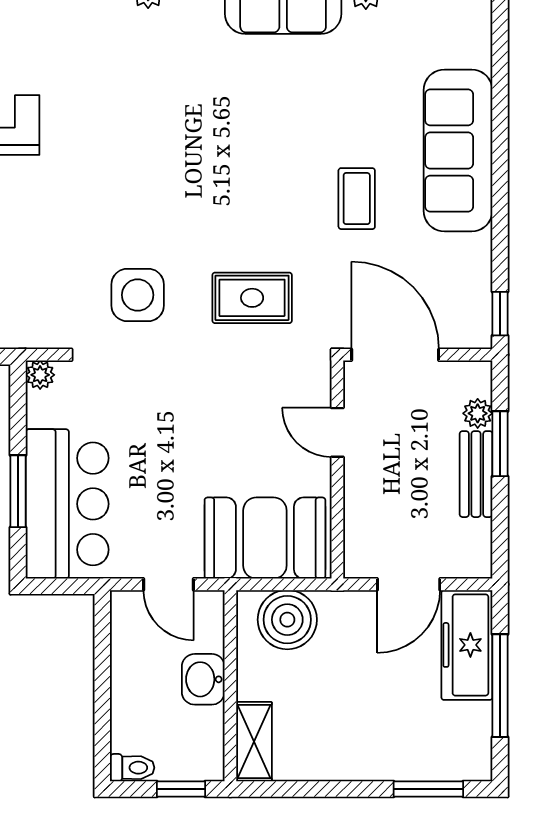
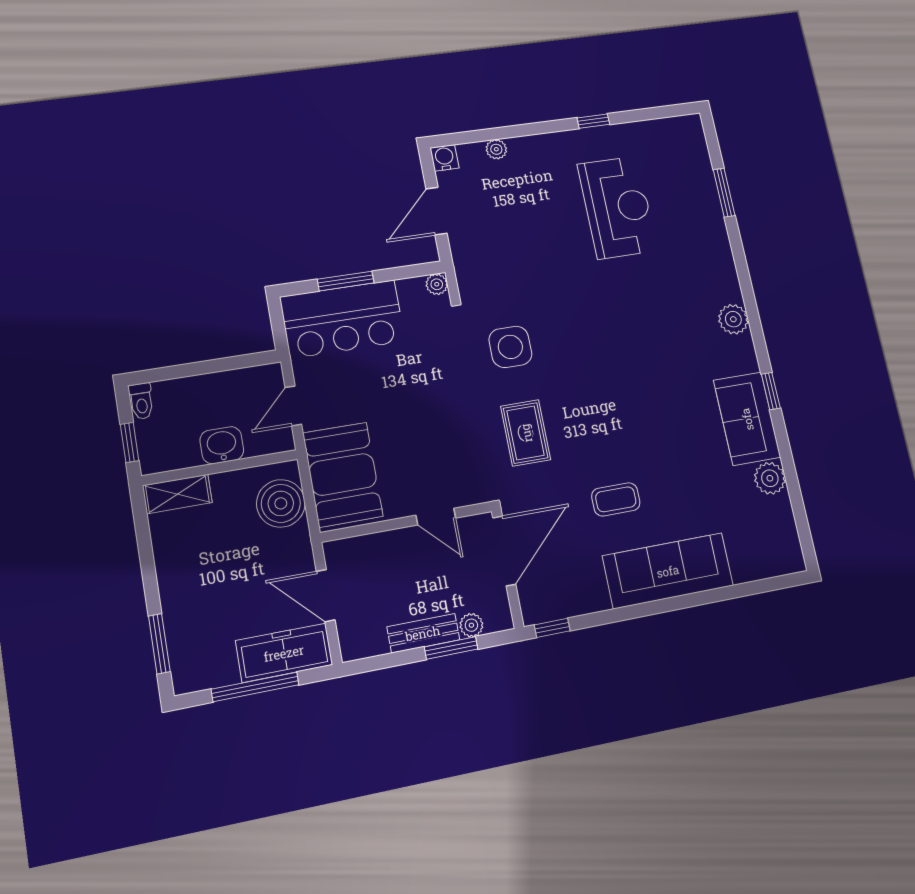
door: (337, 432) -> (436, 517), swing flipped

